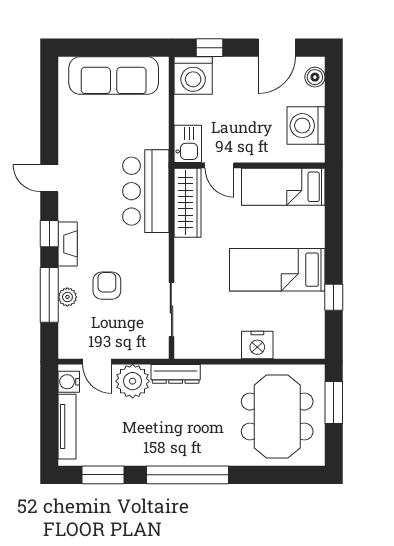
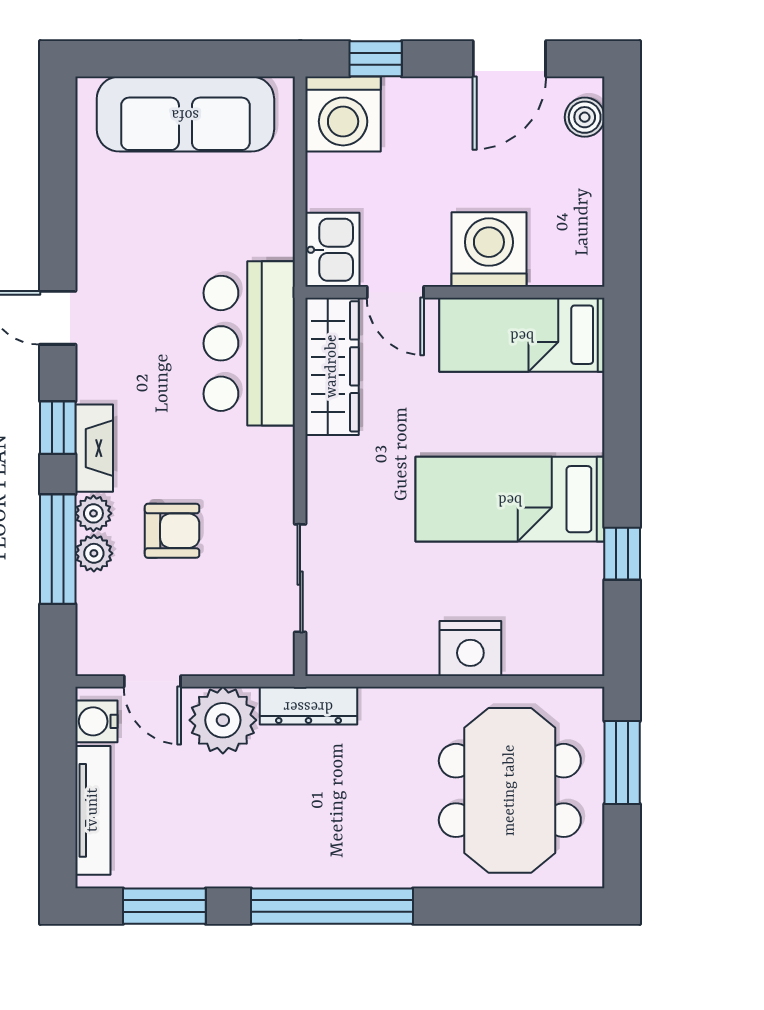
washing machine: (306, 126) -> (489, 250), moved, turned 90
plant: (67, 277) -> (93, 513), added
armchair: (107, 286) -> (172, 531), turned 90

